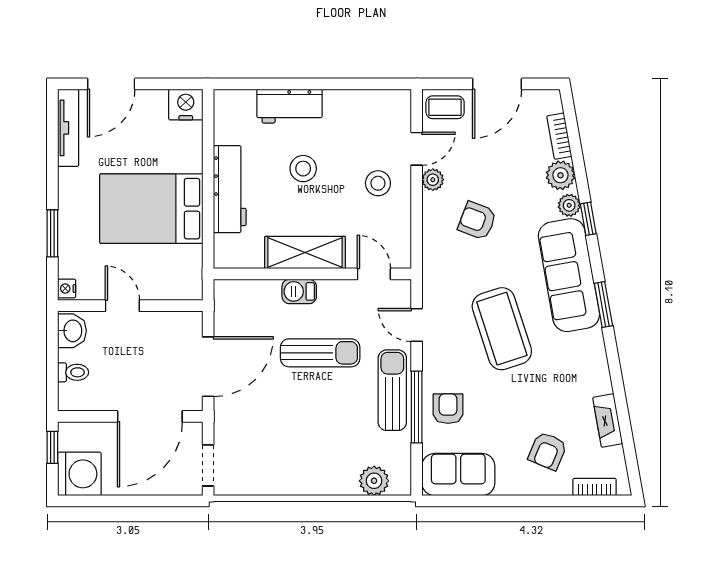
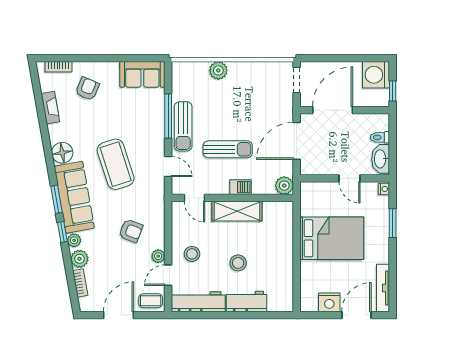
nightstand: (186, 105) -> (329, 302), moved
workbench: (230, 189) -> (198, 302), moved, turned 90
plant: (228, 294) -> (284, 186), added
window: (603, 304) -> (57, 199), moved
washbasin: (72, 331) -> (381, 159), width x1.38
floor lamp: (588, 347) -> (62, 153), added
sun lounger: (320, 353) -> (228, 149), turned 180
armchair: (448, 409) -> (149, 115), removed
plant: (374, 481) -> (218, 70), moved

